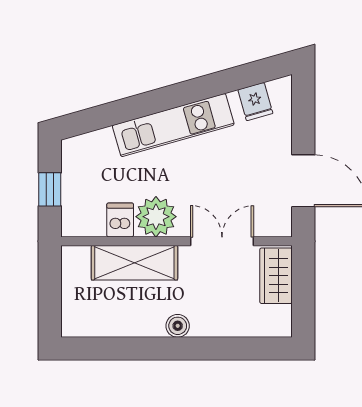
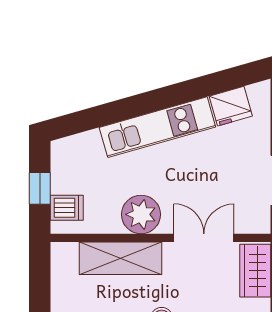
fridge: (255, 102) -> (231, 106), width x1.38
dishwasher: (120, 220) -> (67, 208), moved, turned 90

